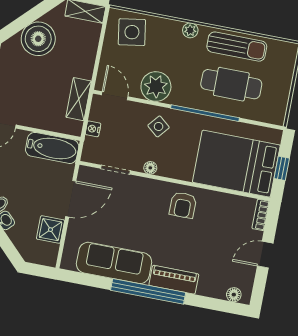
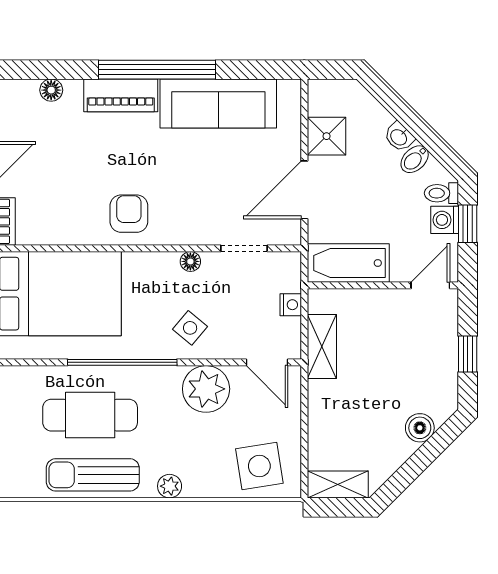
boiler: (38, 39) -> (420, 428), width x0.54, depth x0.54
floor lamp: (234, 295) -> (51, 90), moved

